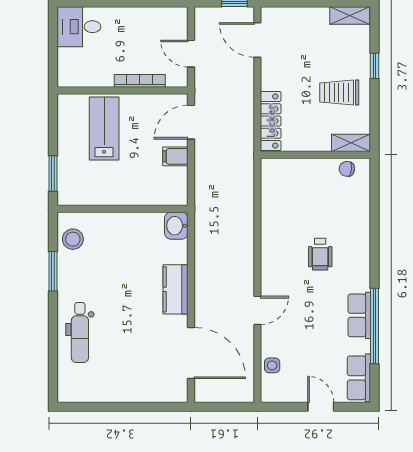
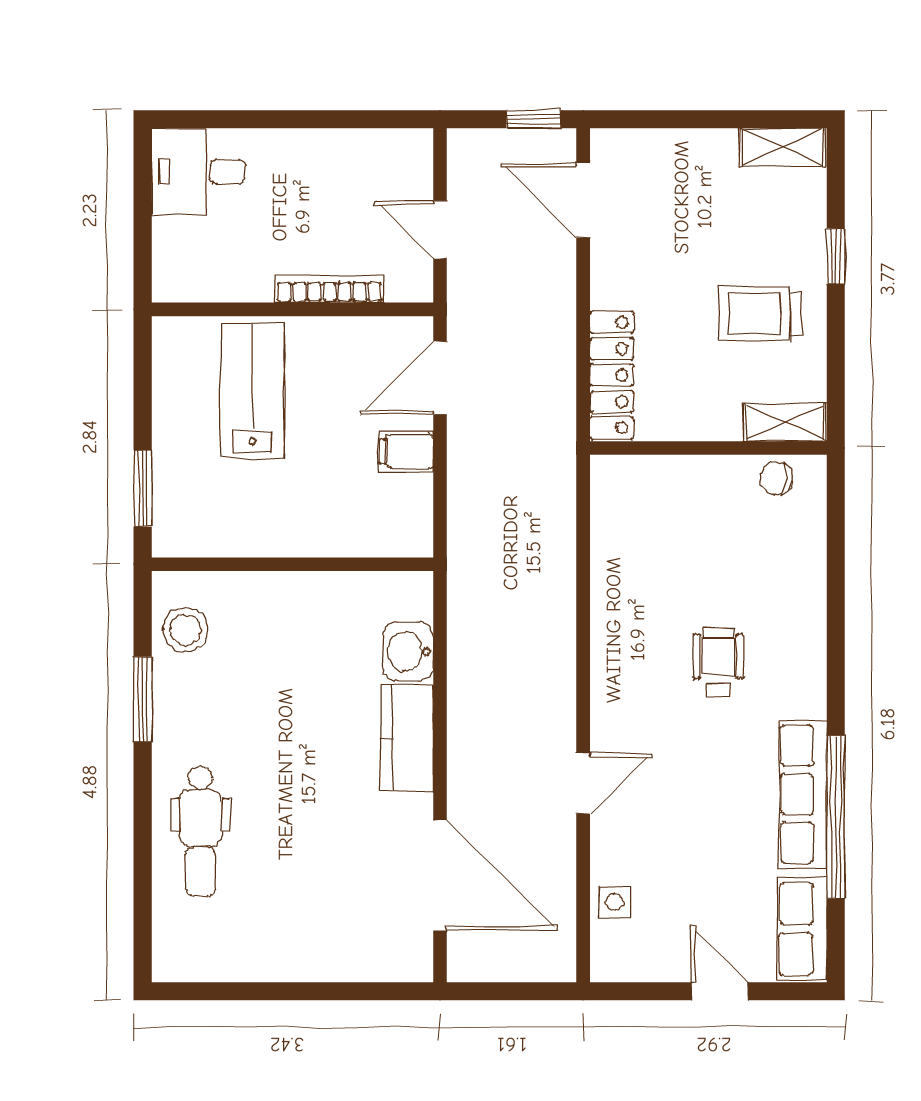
washbasin: (176, 226) -> (408, 651), moved
wheelchair: (320, 254) -> (718, 662), turned 180
row of seats: (359, 315) -> (803, 794), width x1.48

